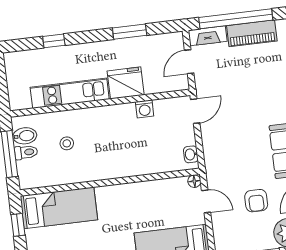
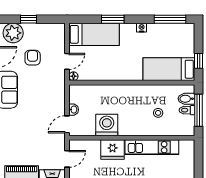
washing machine: (145, 109) -> (107, 125), width x1.89, depth x1.89
bidet: (25, 136) -> (186, 99), moved
washbasin: (191, 154) -> (74, 110), moved
door: (206, 201) -> (67, 61), swing flipped

